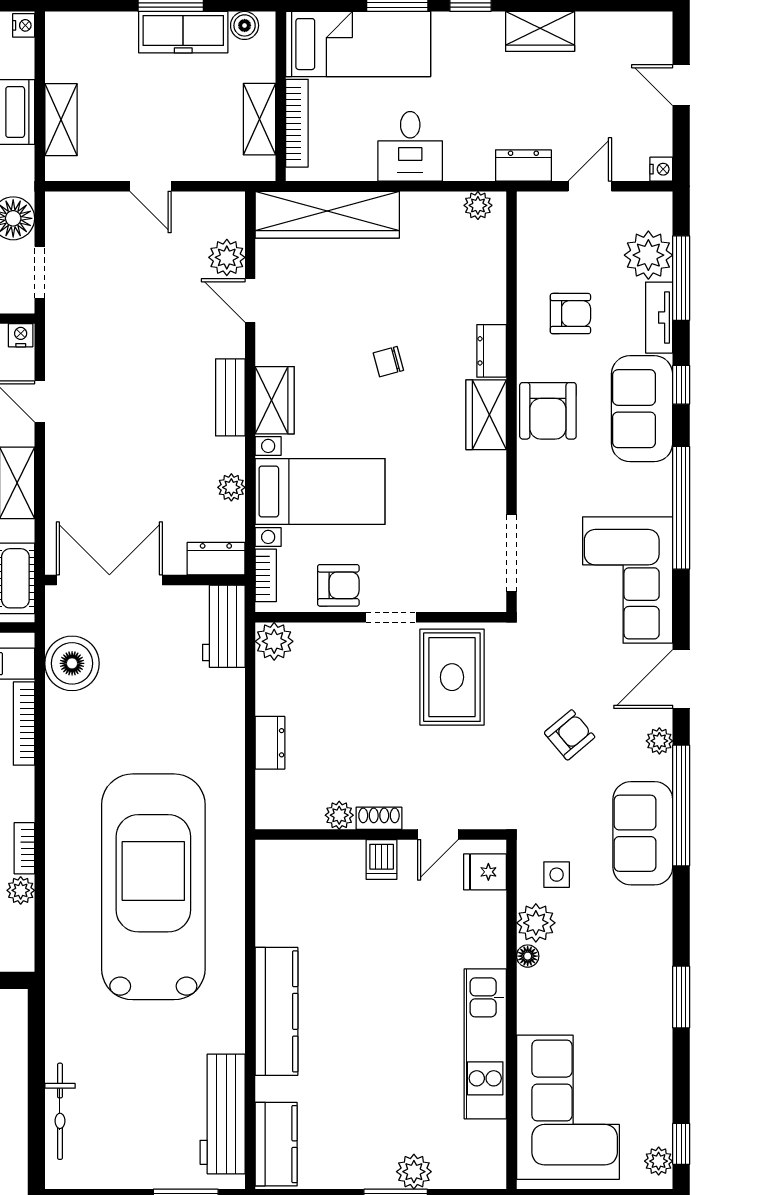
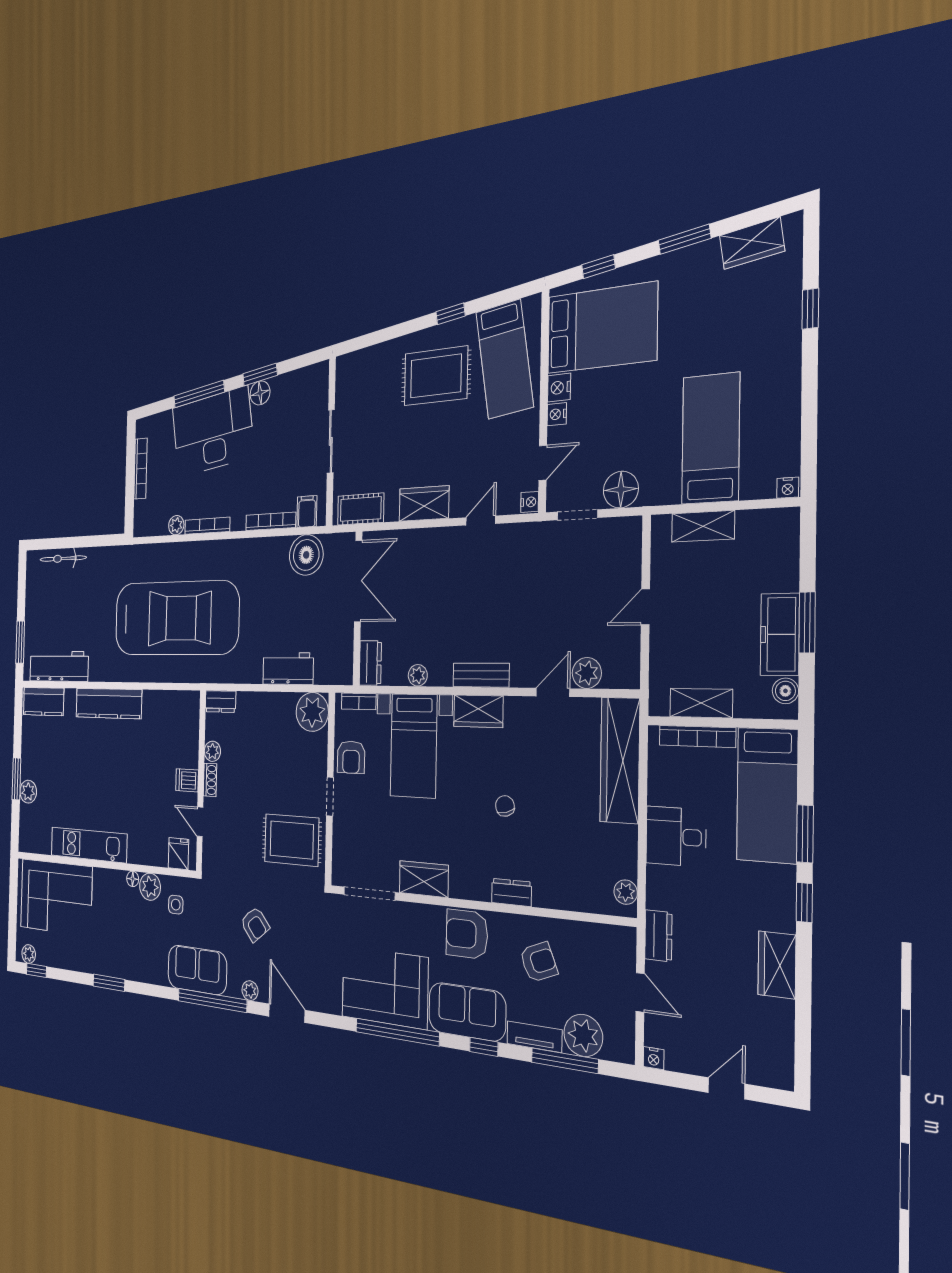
armchair: (570, 314) -> (539, 962), turned -112
wardrobe: (486, 415) -> (424, 879), moved
corner sofa: (628, 580) -> (385, 987), moved
workbench: (224, 626) -> (288, 669), moved
plant: (274, 641) -> (312, 712), width x1.36, depth x1.36
dresser: (270, 743) -> (220, 702), moved
bookcase: (24, 848) -> (207, 526), width x1.56

